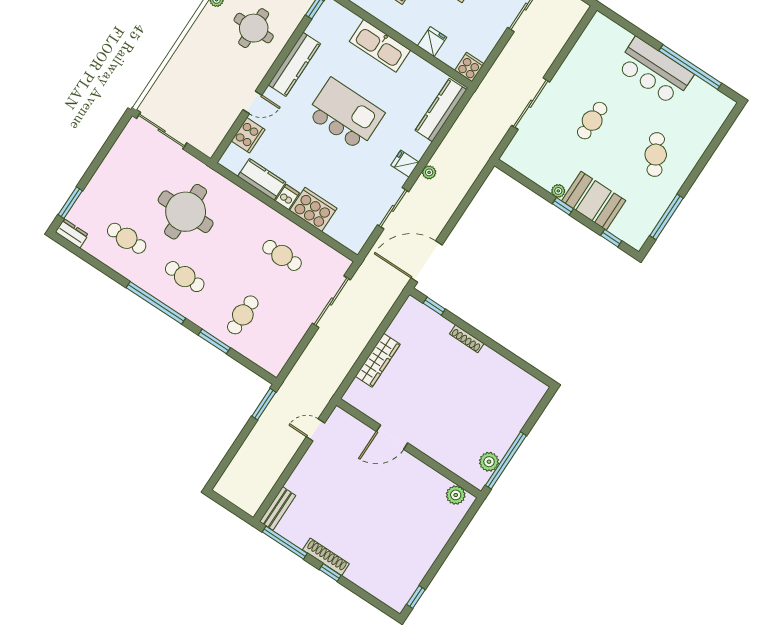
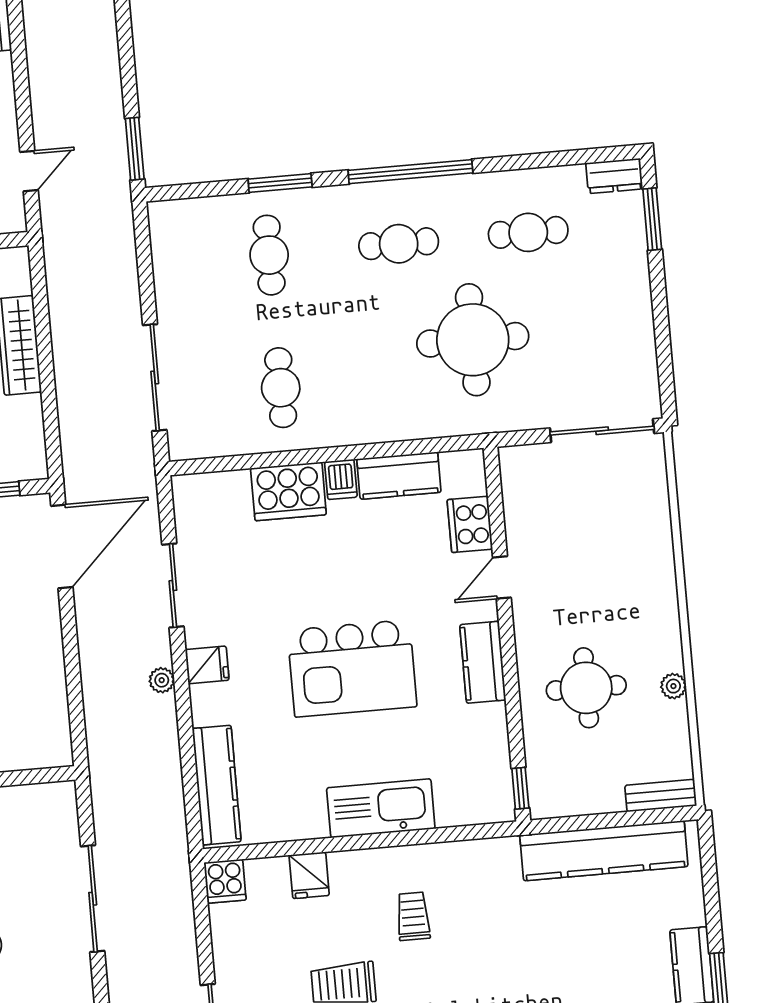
kitchen counter: (294, 64) -> (483, 662), width x0.67
cafe table: (282, 255) -> (281, 388), turned 90

